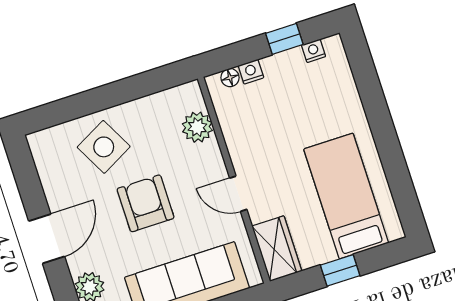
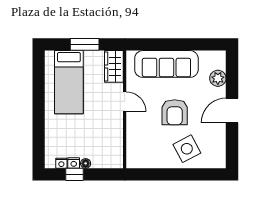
nightstand: (251, 72) -> (74, 163), moved
floor lamp: (230, 78) -> (86, 163), moved
plant: (197, 127) -> (135, 143), removed
window: (340, 270) -> (85, 44), width x1.50

